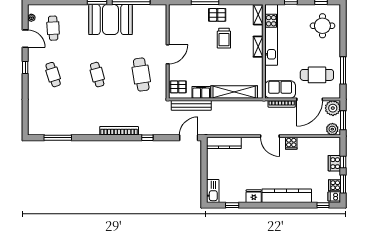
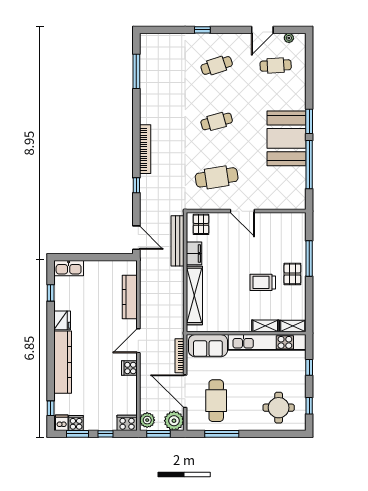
shelving: (258, 47) -> (265, 326), moved
window: (25, 67) -> (202, 30), moved
sofa: (280, 90) -> (208, 346), moved, turned 90
kitchen counter: (224, 143) -> (130, 297), moved
cooker: (334, 163) -> (127, 423), moved

